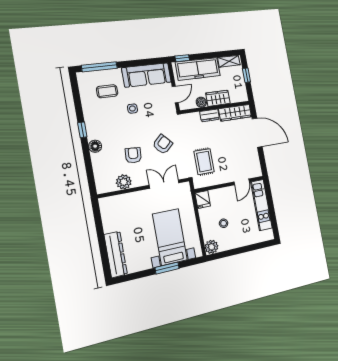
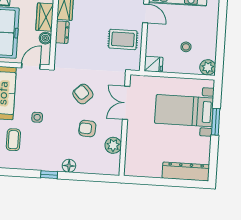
door: (175, 94) -> (31, 66), hinge flipped
rug: (204, 162) -> (123, 39), moved

